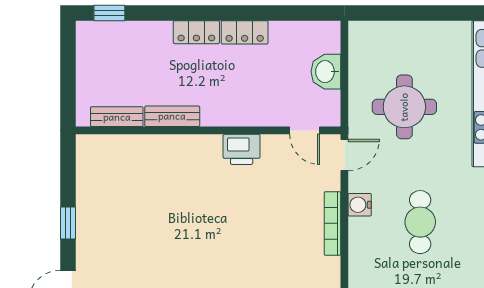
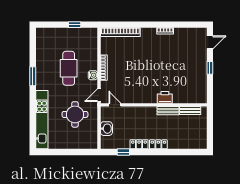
window: (109, 13) -> (123, 152), moved
printer: (242, 149) -> (165, 97), moved
cafe table: (420, 222) -> (69, 68), width x1.37, depth x1.35

